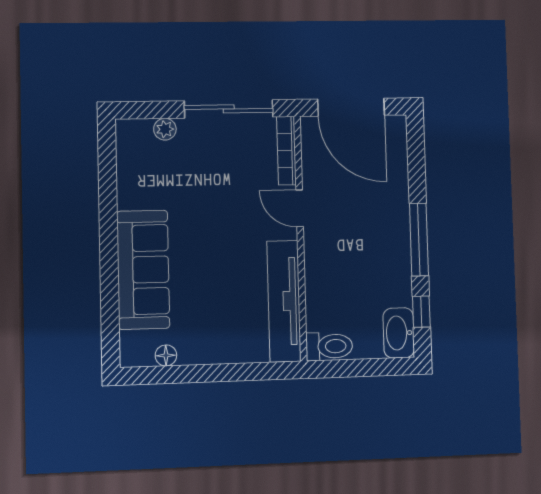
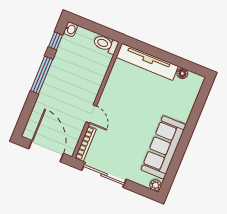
plant: (165, 129) -> (156, 185), moved
sofa: (143, 270) -> (163, 147), moved
tv unit: (284, 301) -> (147, 62), moved, turned 90
washbasin: (399, 333) -> (71, 29), width x0.52, depth x0.69

